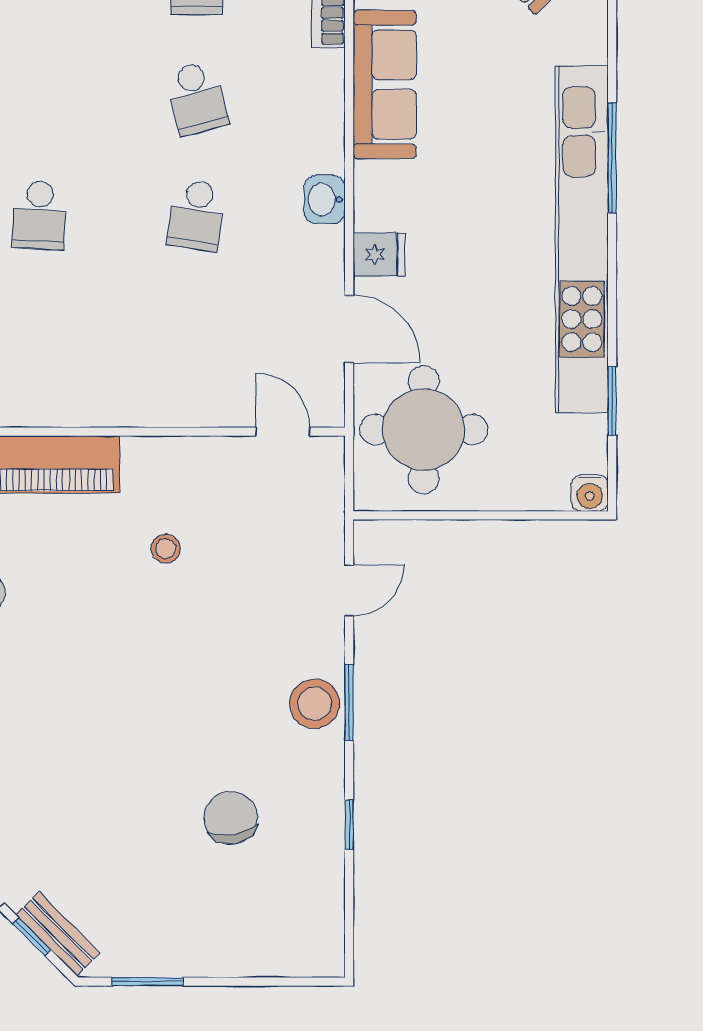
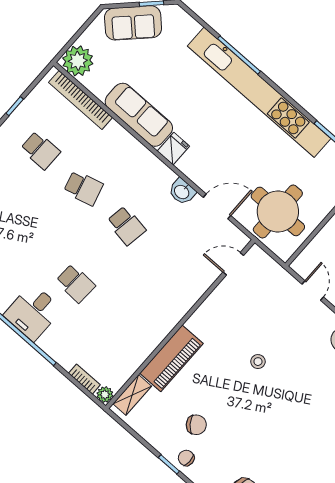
washbasin: (325, 200) -> (182, 192), moved
fridge: (379, 254) -> (173, 149), moved
stool: (166, 549) -> (258, 362), moved

